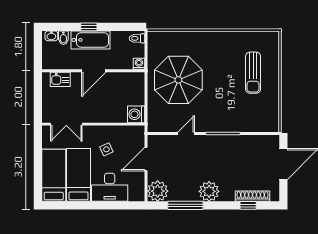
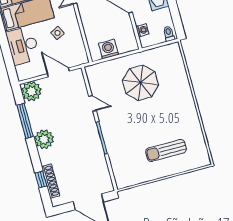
washing machine: (139, 64) -> (142, 30), moved
parasol: (178, 80) -> (140, 83), width x0.73, depth x0.73
washing machine: (136, 114) -> (108, 49), moved

